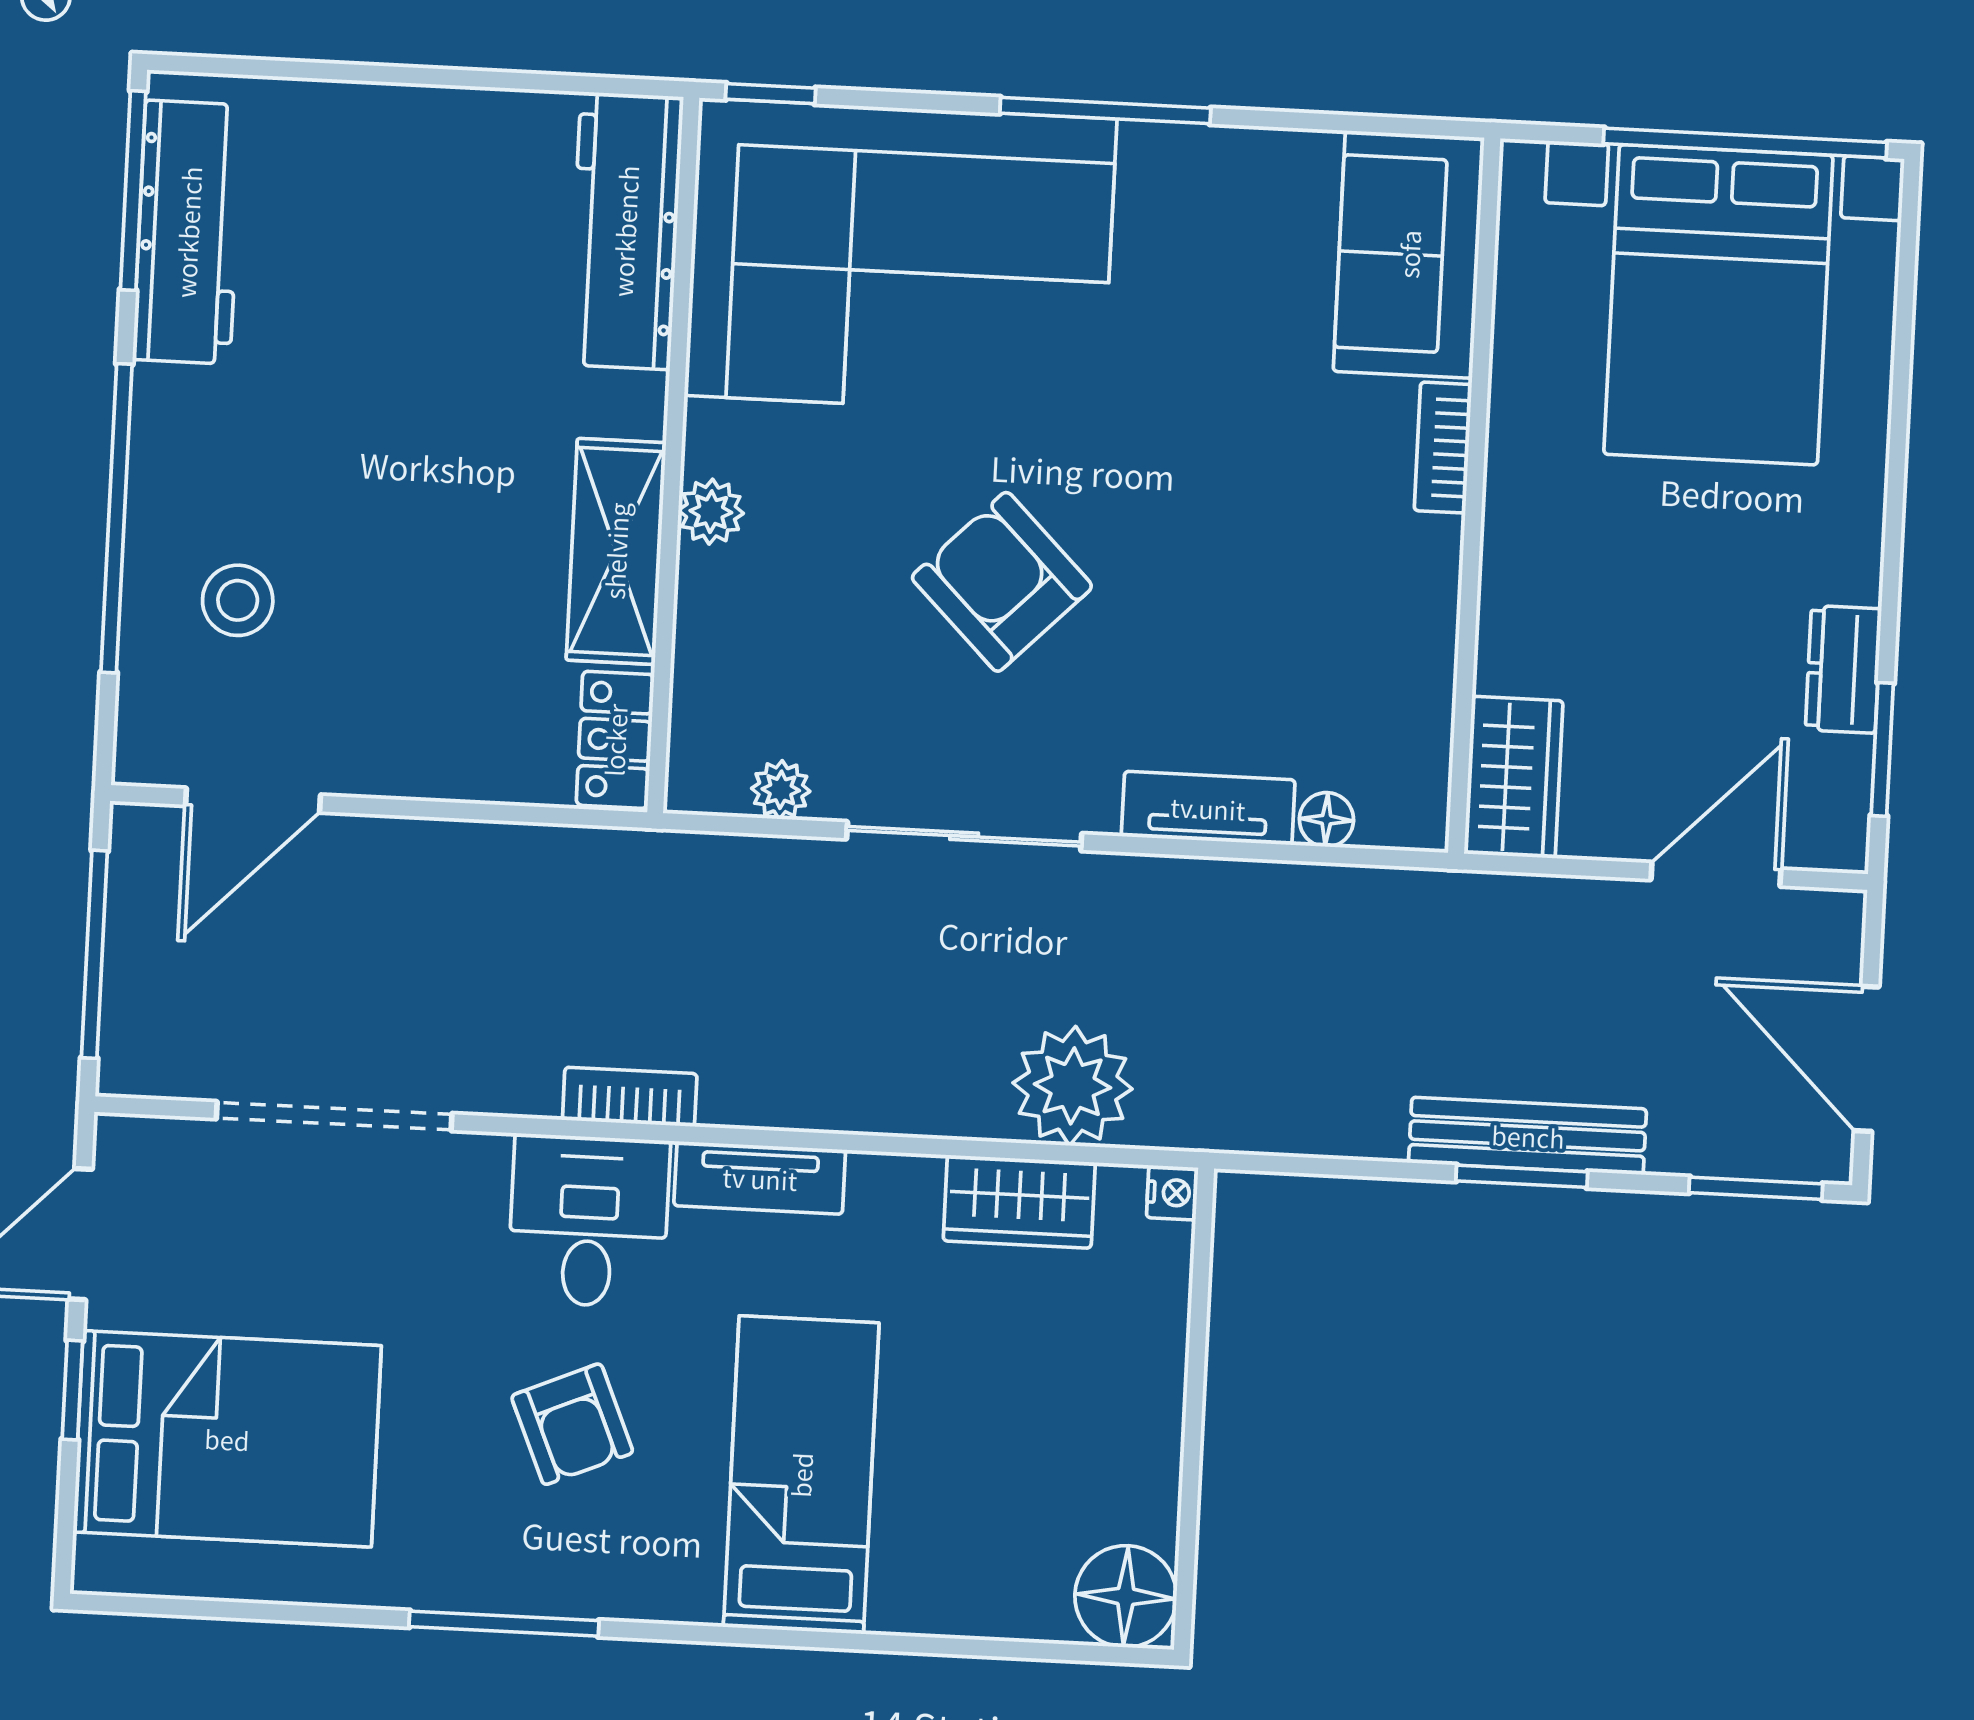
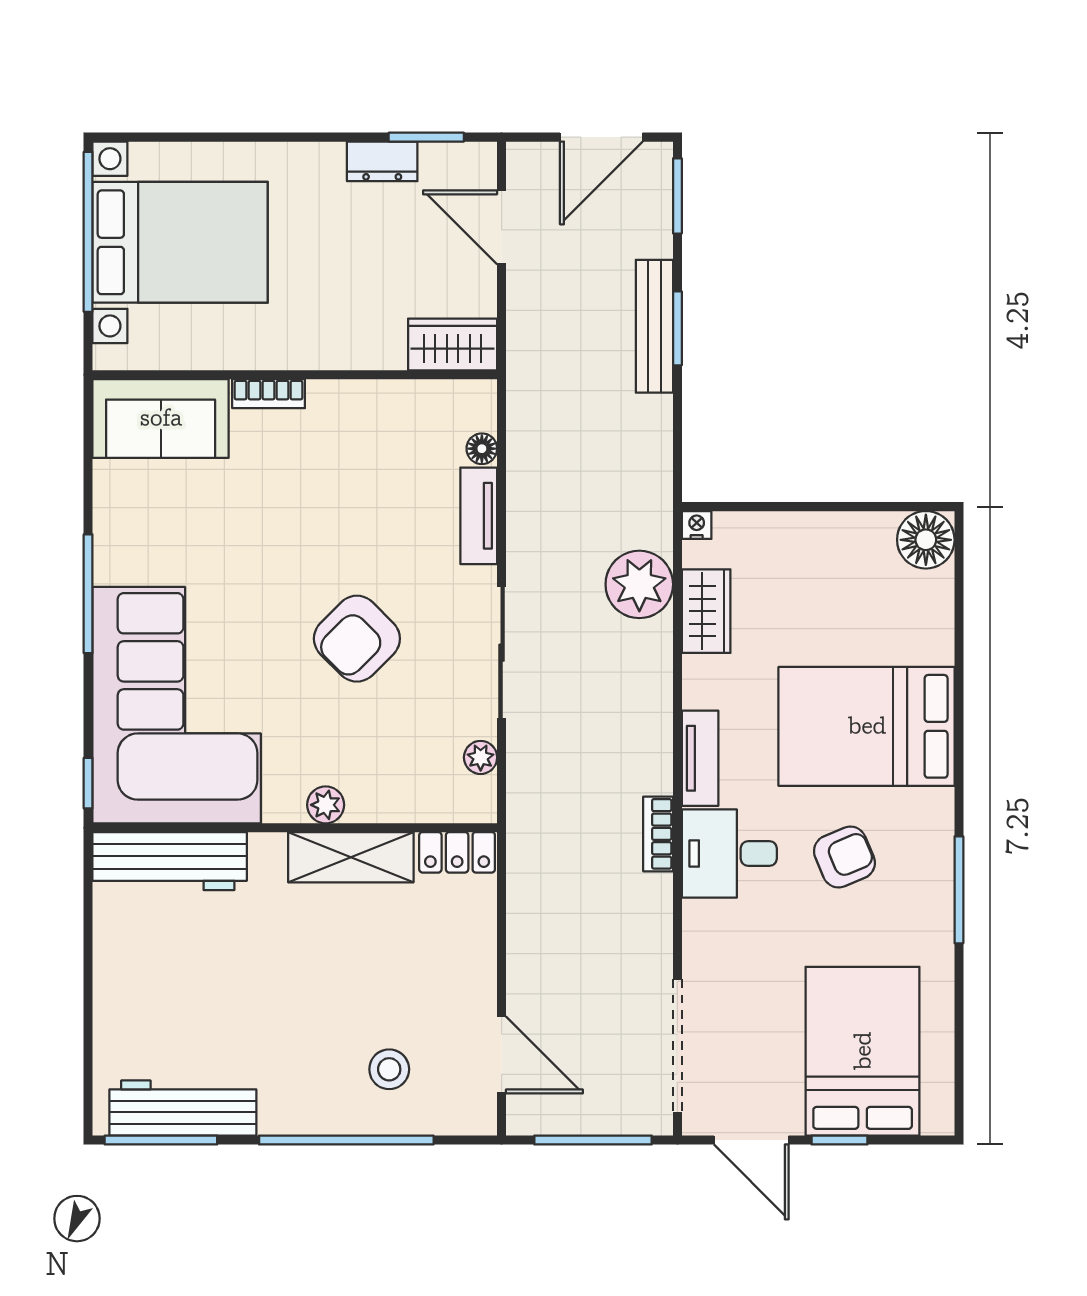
doorway: (334, 1116) -> (677, 1046), moved
bed: (801, 1475) -> (867, 726), width x1.50

